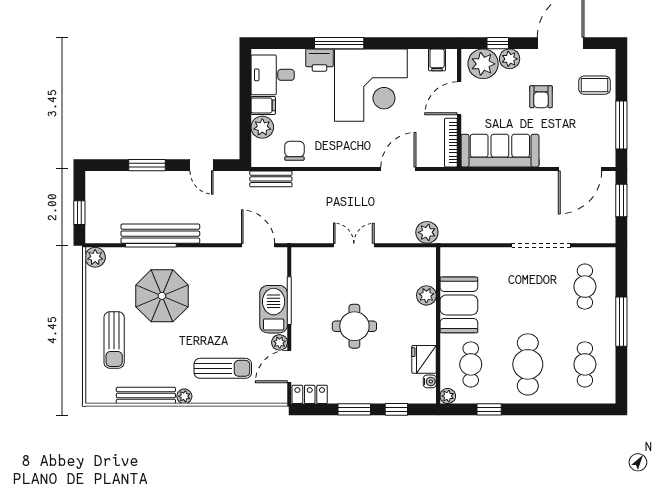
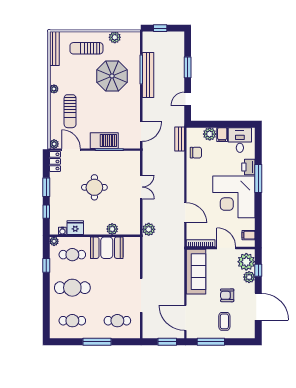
coffee table: (595, 85) -> (224, 321), moved
plant: (95, 257) -> (115, 37), moved
plant: (280, 342) -> (54, 144), moved
bench: (146, 395) -> (54, 49), moved

